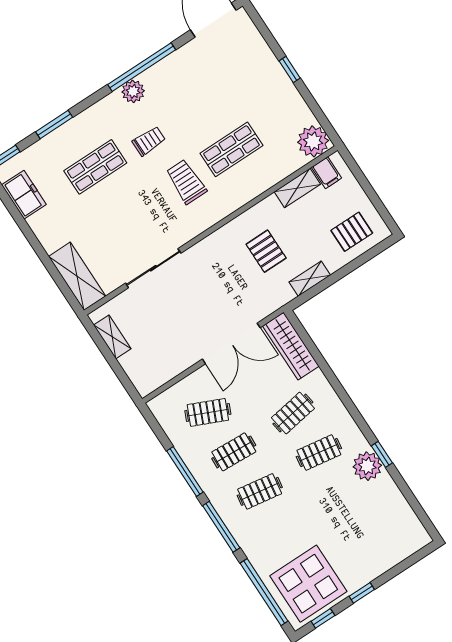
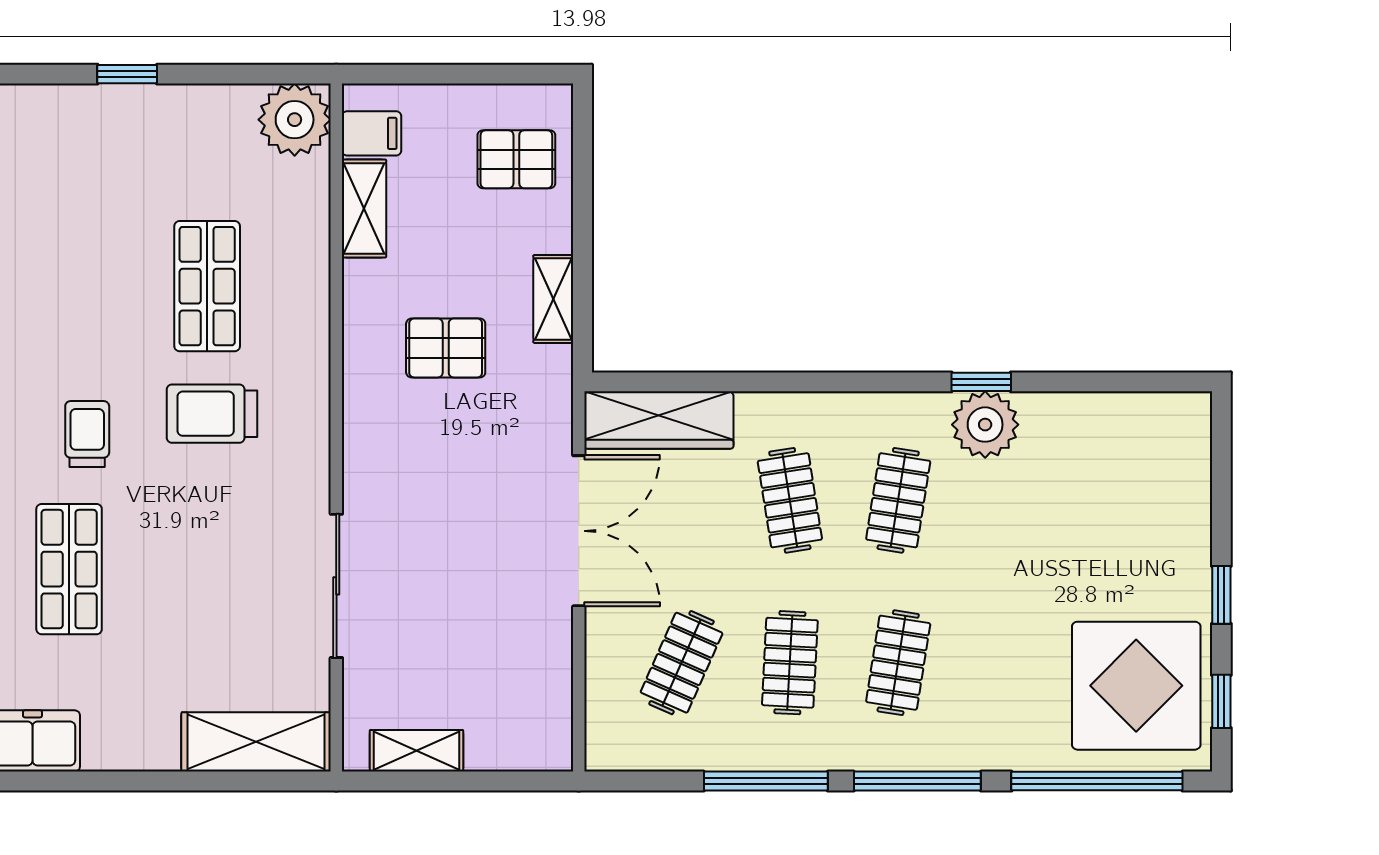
pallet: (352, 232) -> (516, 159), turned 90

